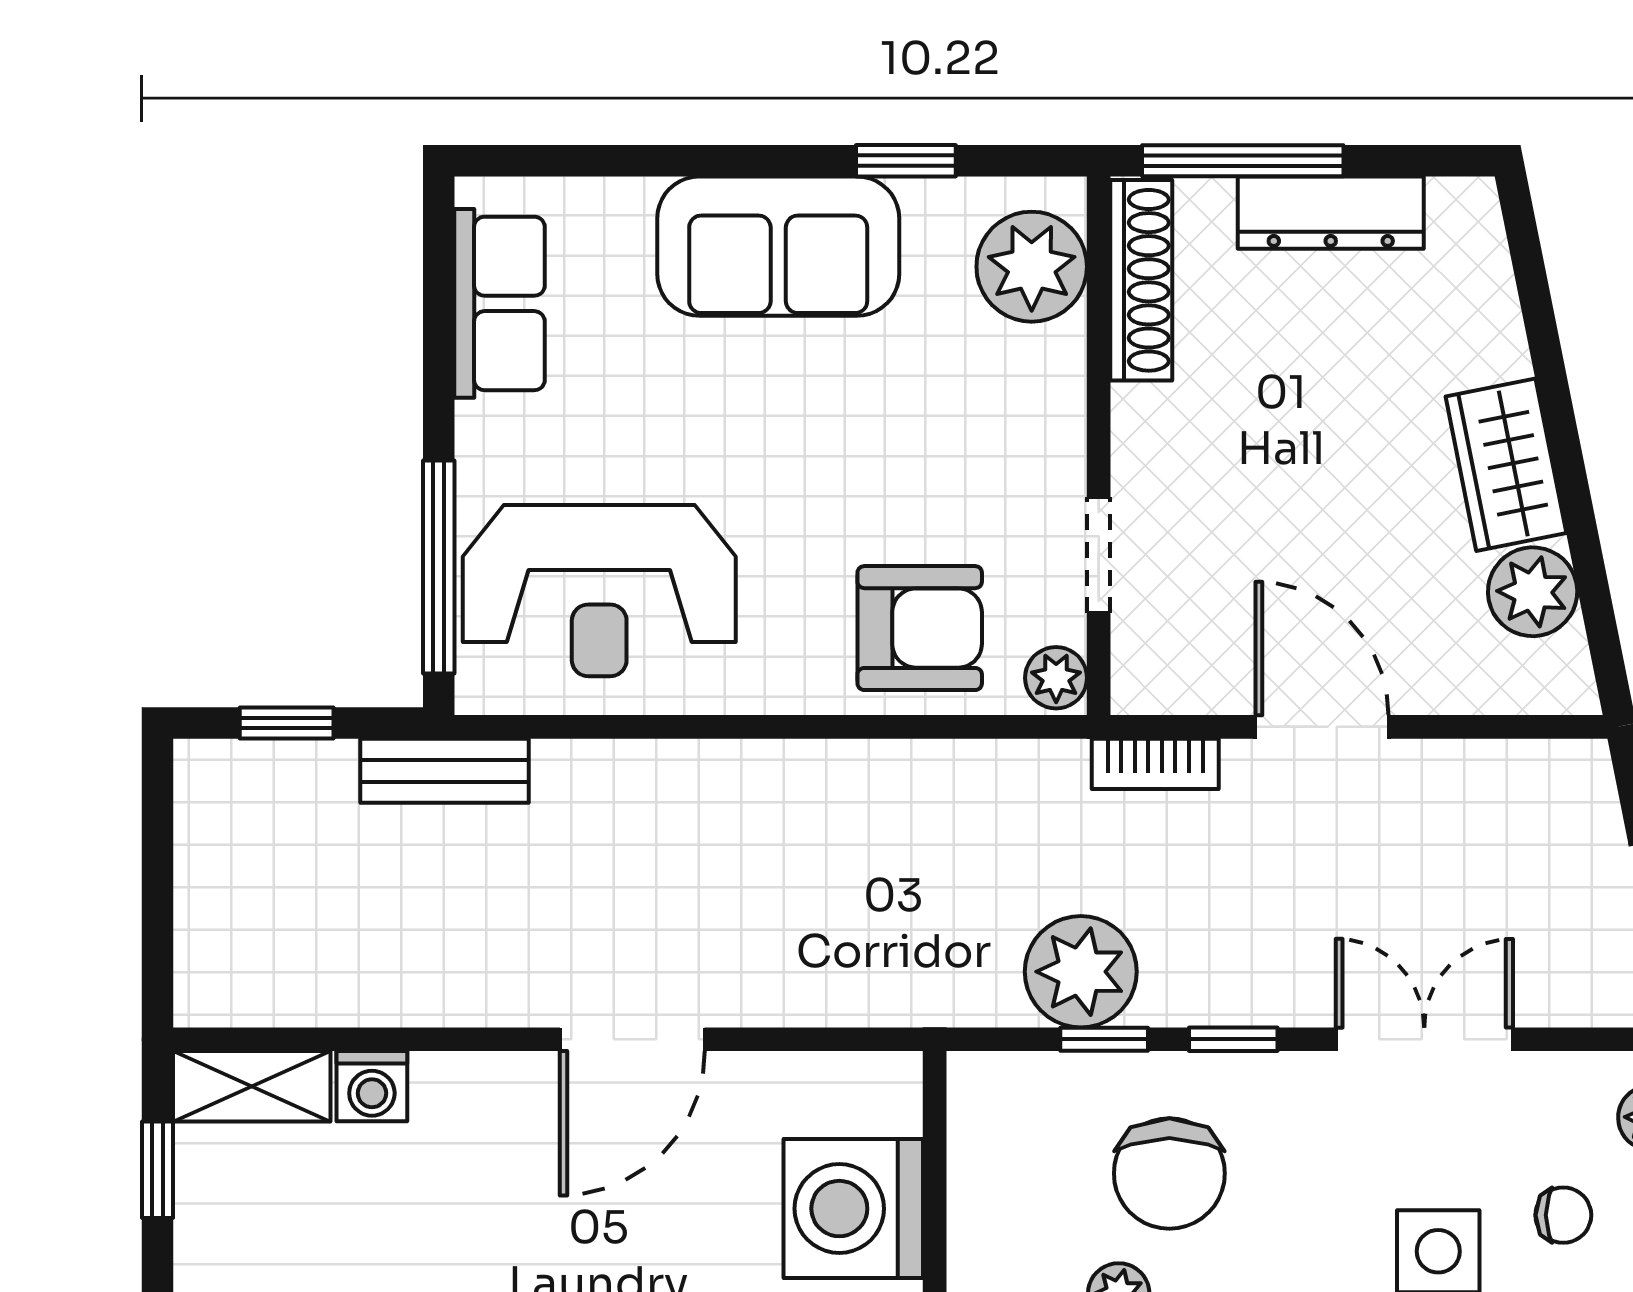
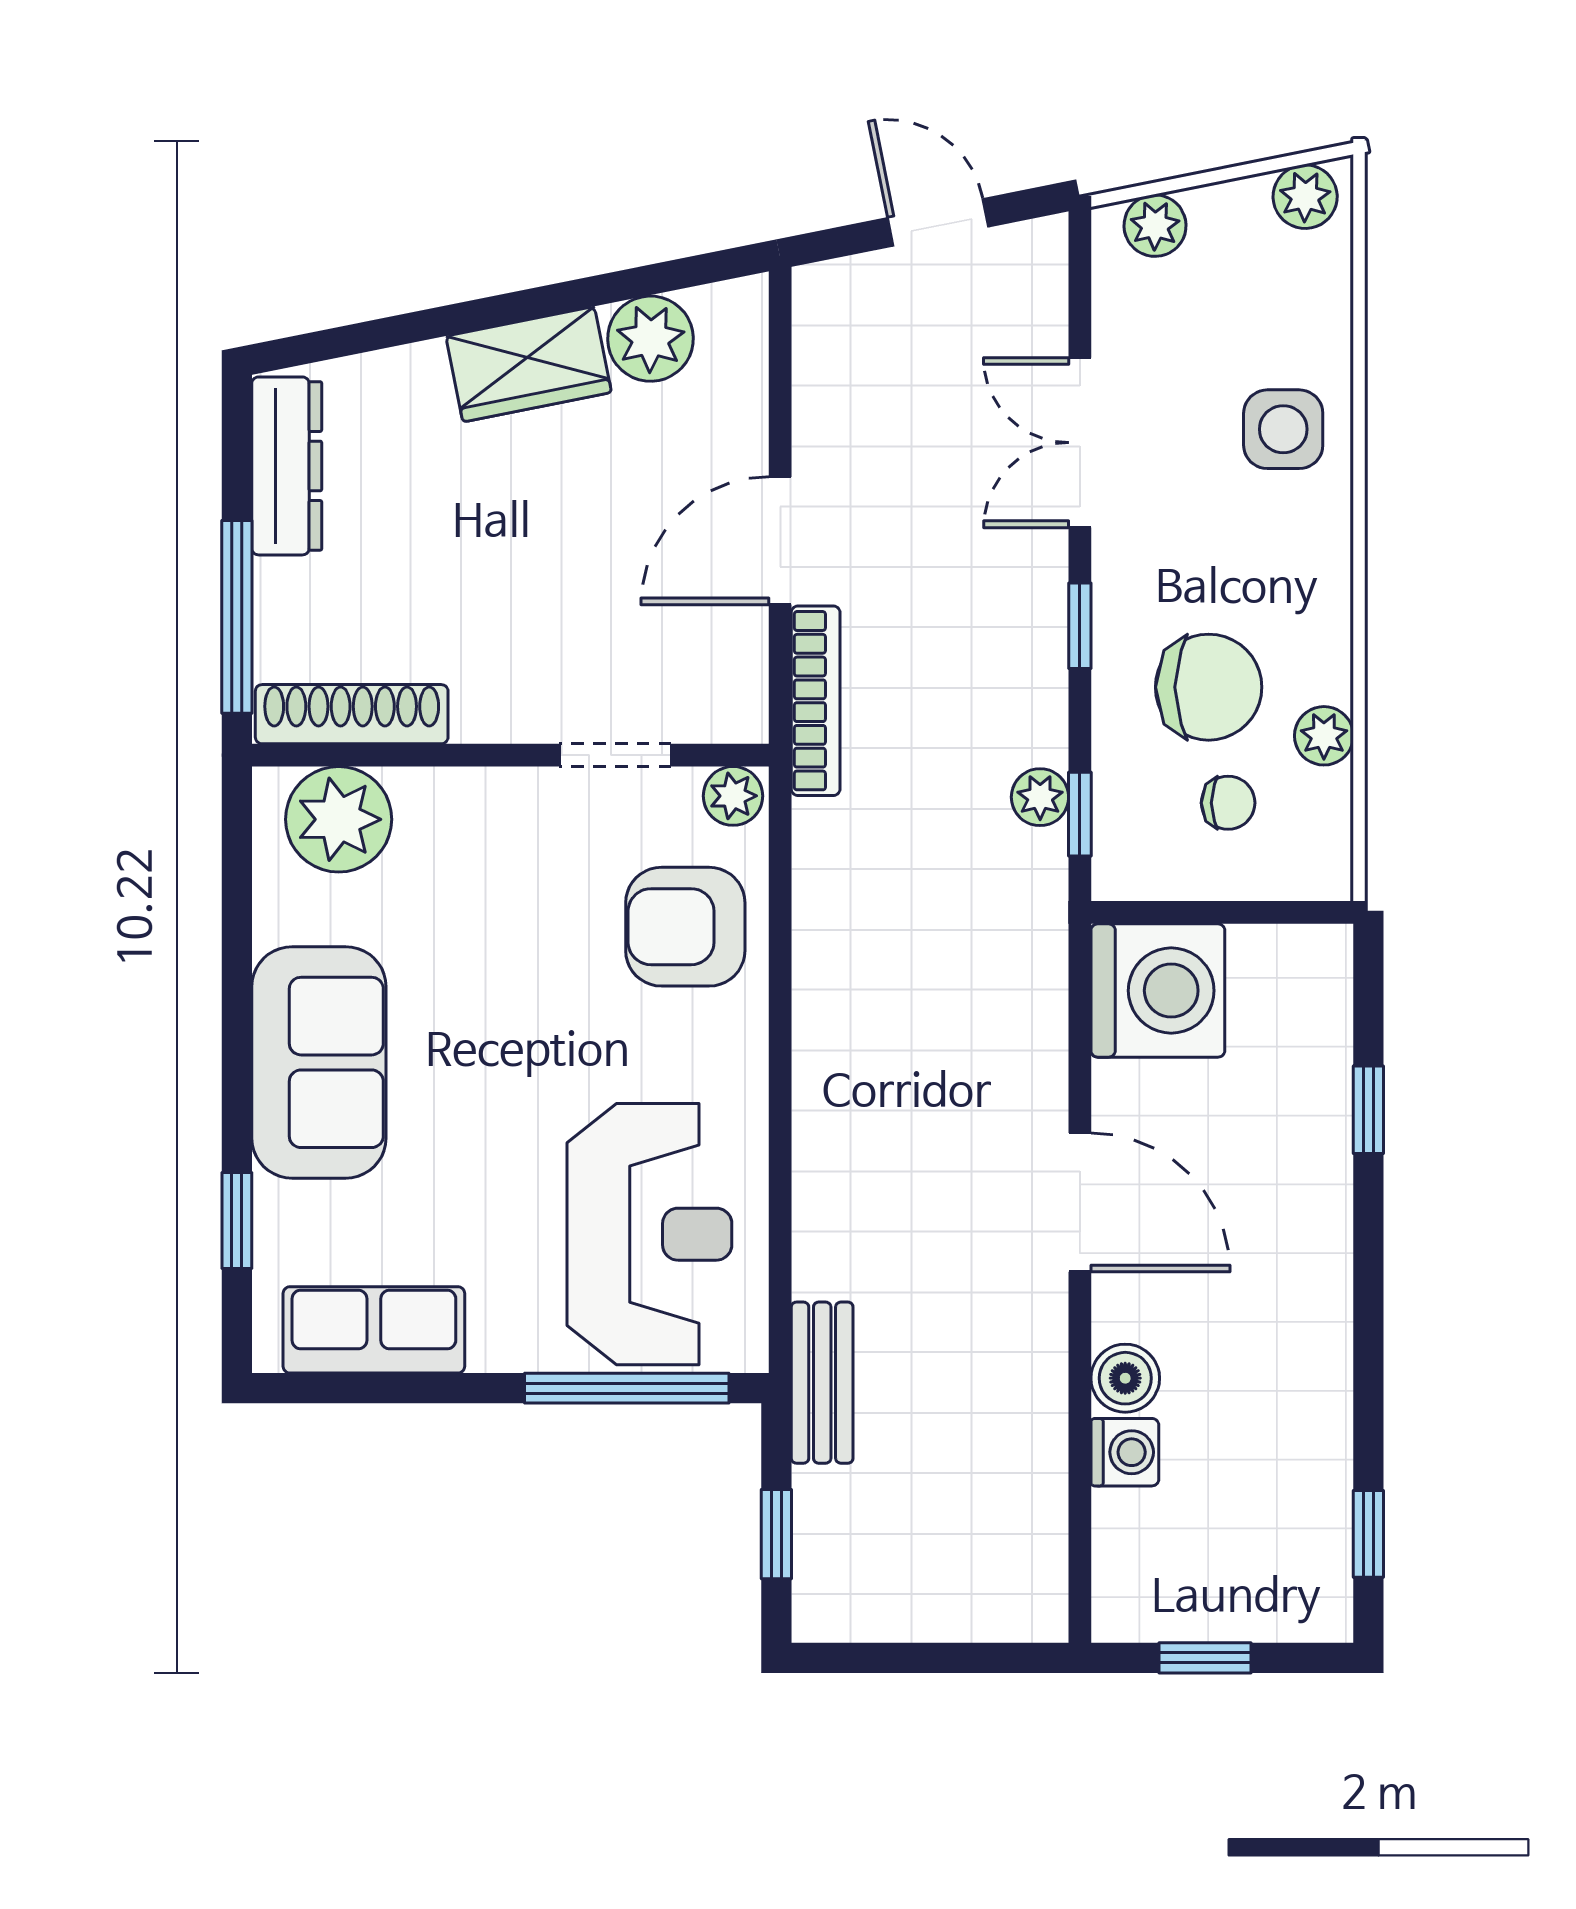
window: (906, 161) -> (237, 1221), moved
dresser: (1331, 213) -> (287, 466), moved
armchair: (920, 628) -> (685, 927), turned -90
bookcase: (1155, 764) -> (816, 701), width x1.56
plant: (1081, 972) -> (1040, 797), width x0.53, depth x0.53
window: (1104, 1039) -> (1080, 814), moved
shelving: (252, 1086) -> (1125, 1567), removed
boiler: (449, 1087) -> (1125, 1378), added
washing machine: (853, 1209) -> (1158, 991), moved, turned -90
chair: (1563, 1215) -> (1228, 803), moved, turned 90

